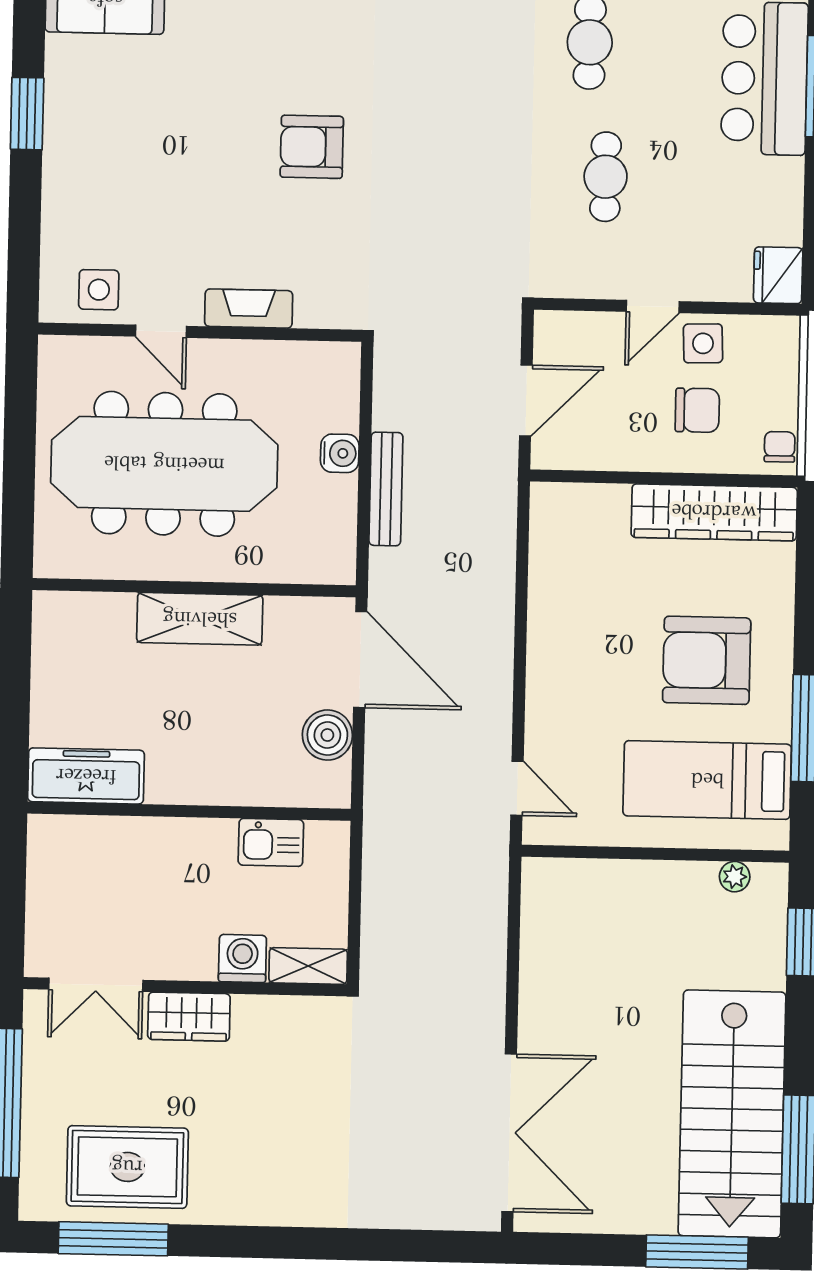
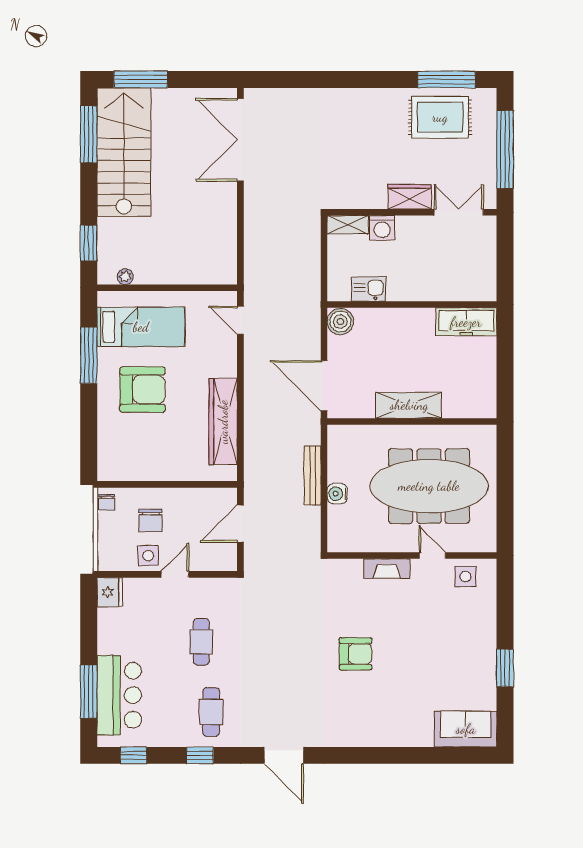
chair: (697, 410) -> (150, 521), turned -90
wardrobe: (714, 512) -> (223, 422), moved, turned -90
boiler: (327, 735) -> (340, 322), moved

